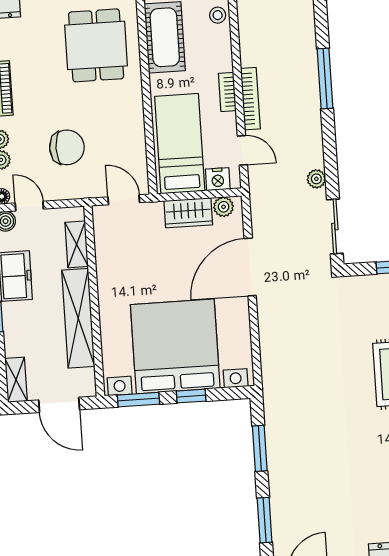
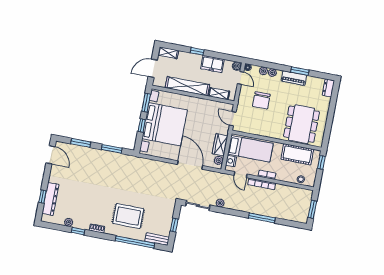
dining table: (96, 45) -> (301, 124), width x1.38
door: (242, 150) -> (240, 175), hinge flipped
door: (124, 200) -> (233, 119), swing flipped
door: (29, 206) -> (241, 78), hinge flipped

